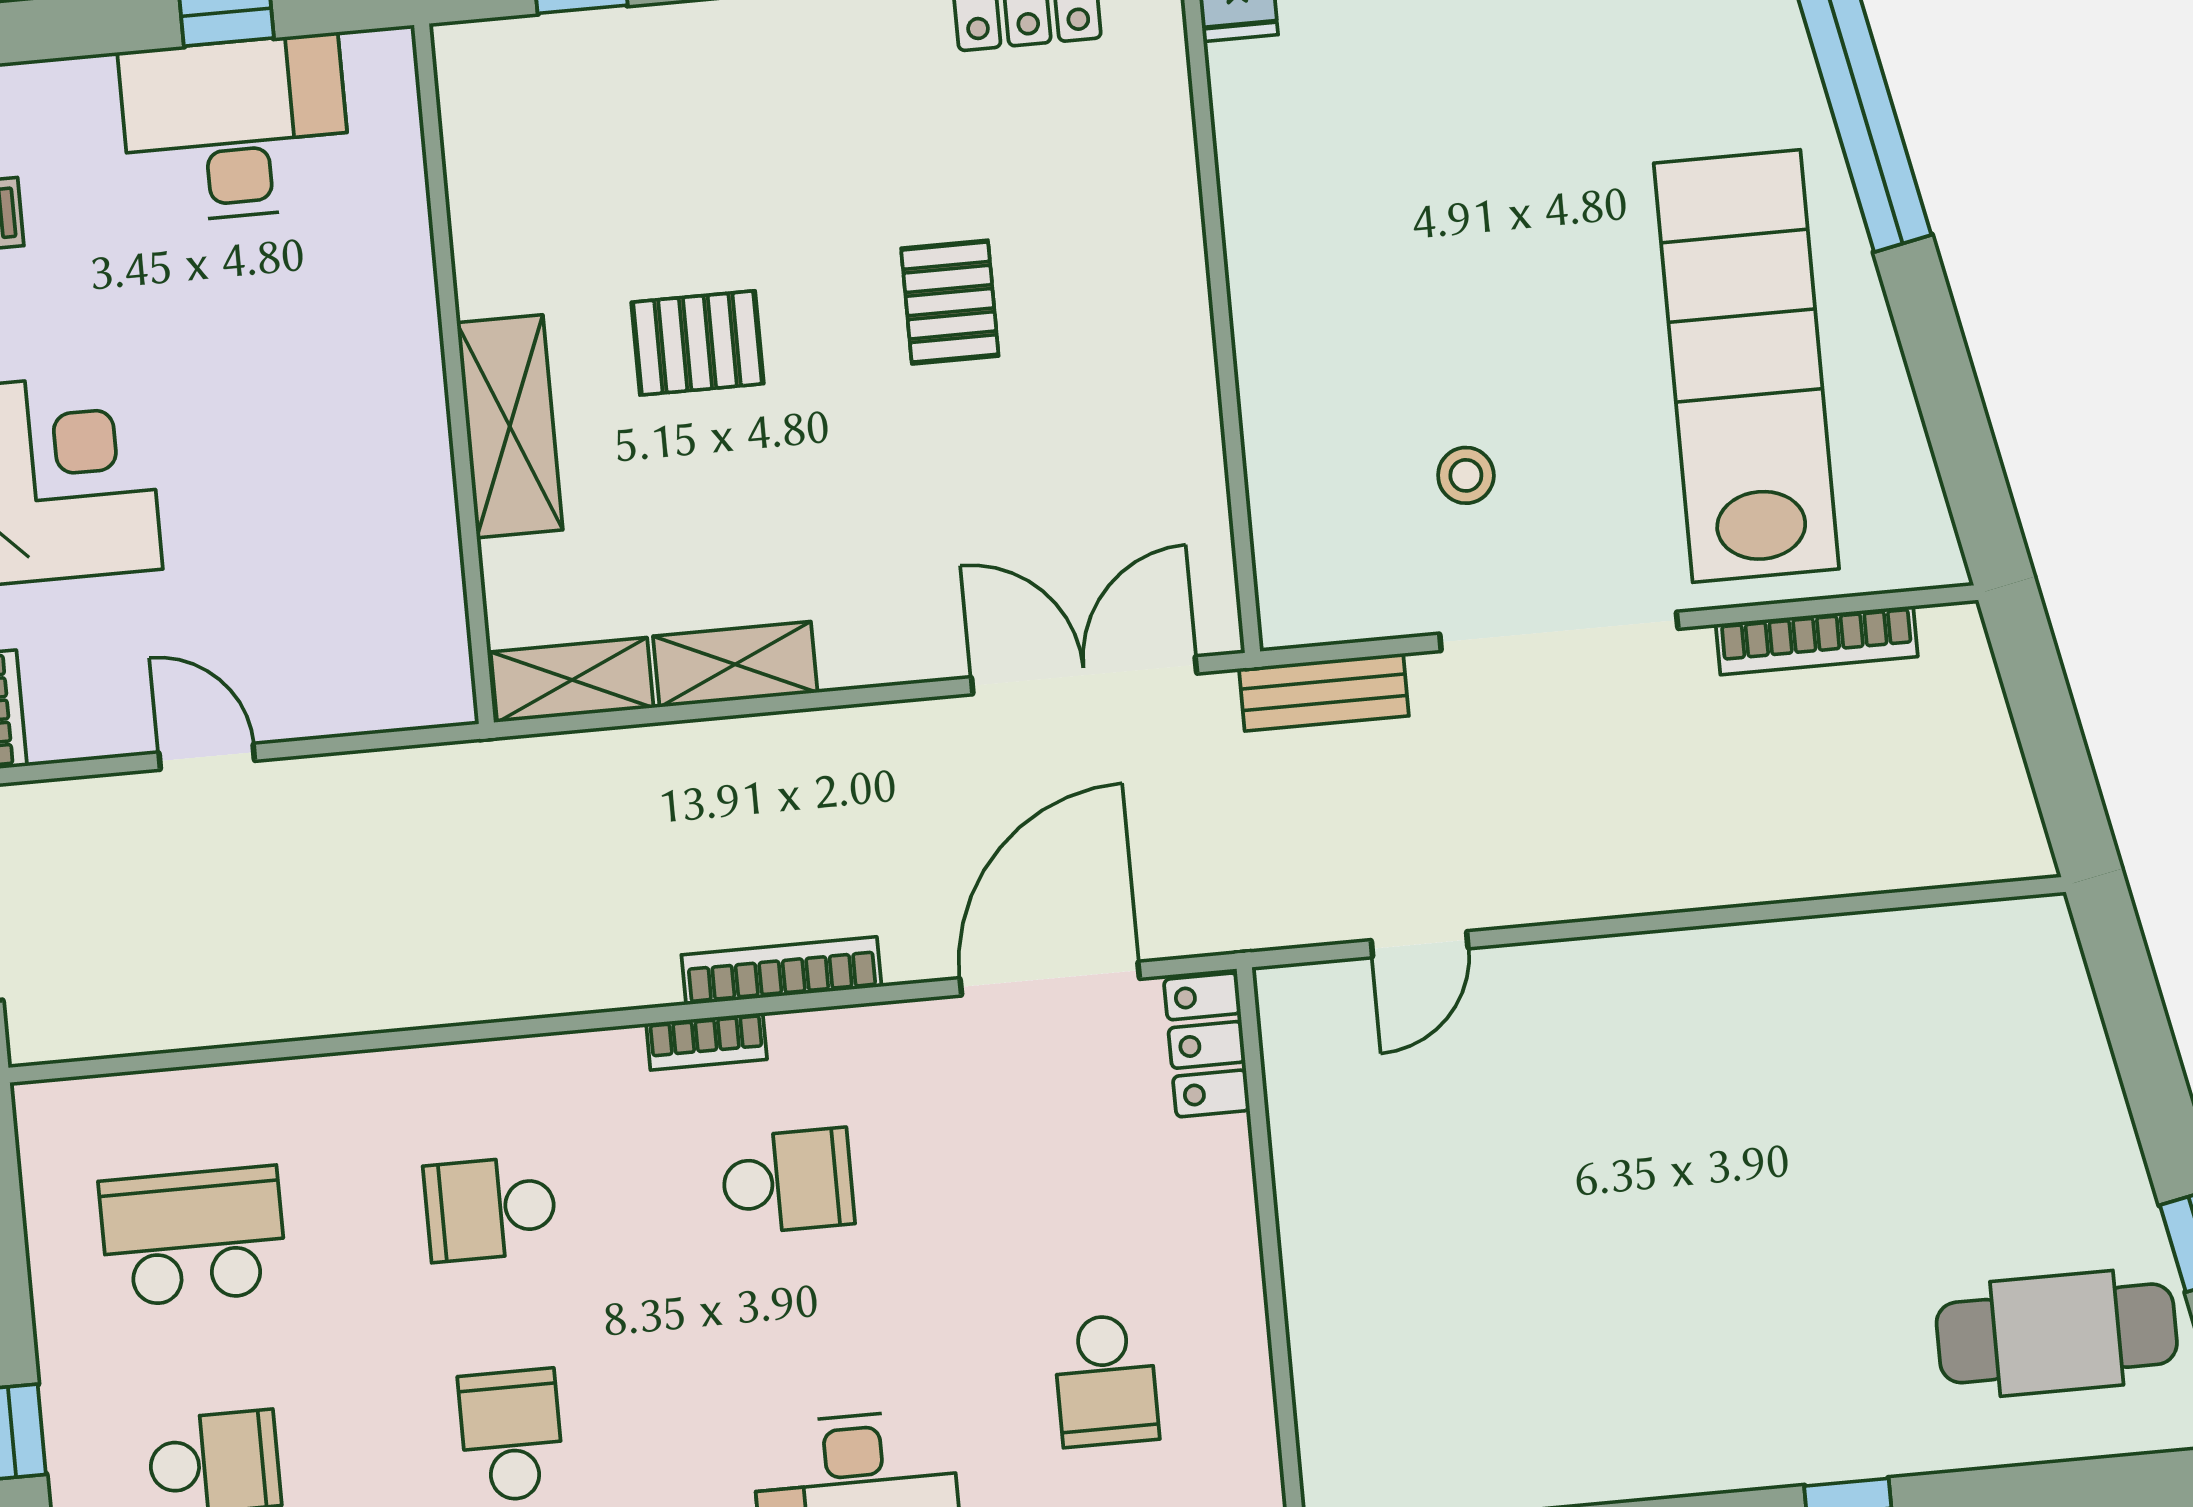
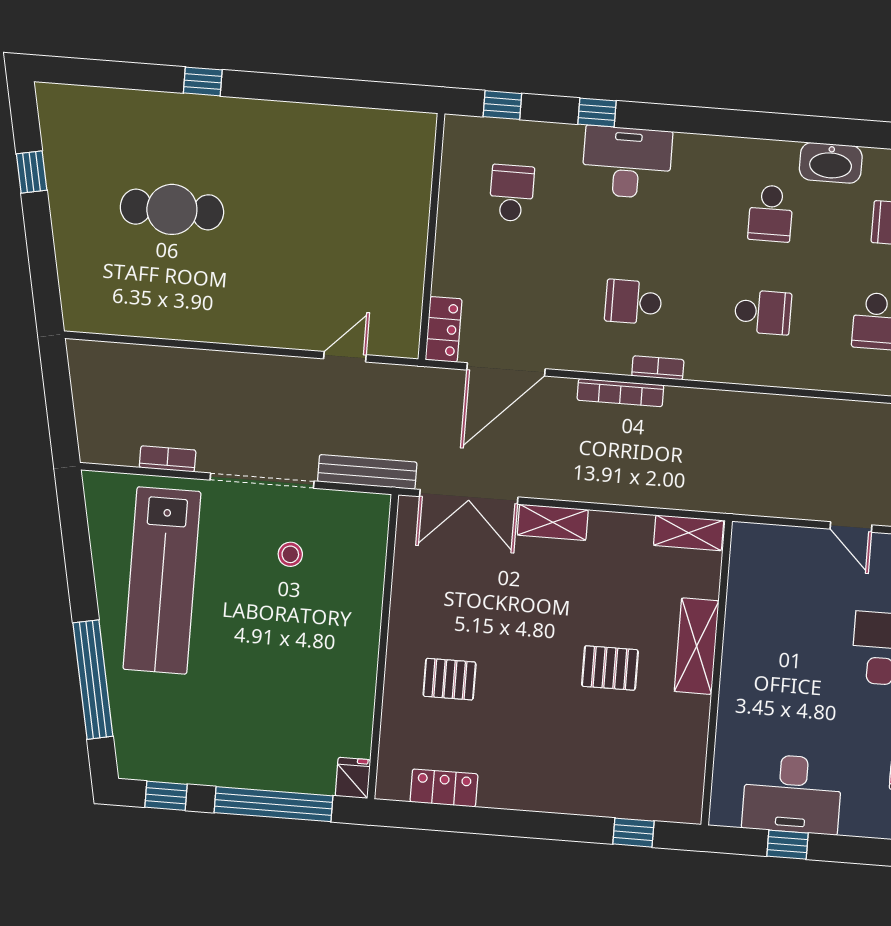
pallet: (950, 302) -> (450, 679), moved, turned 90
bookcase: (1817, 640) -> (168, 459), width x0.64
shelving: (735, 664) -> (553, 522), moved
bench: (1324, 692) -> (367, 472), width x1.36
cafe table: (2057, 1333) -> (172, 209), moved

